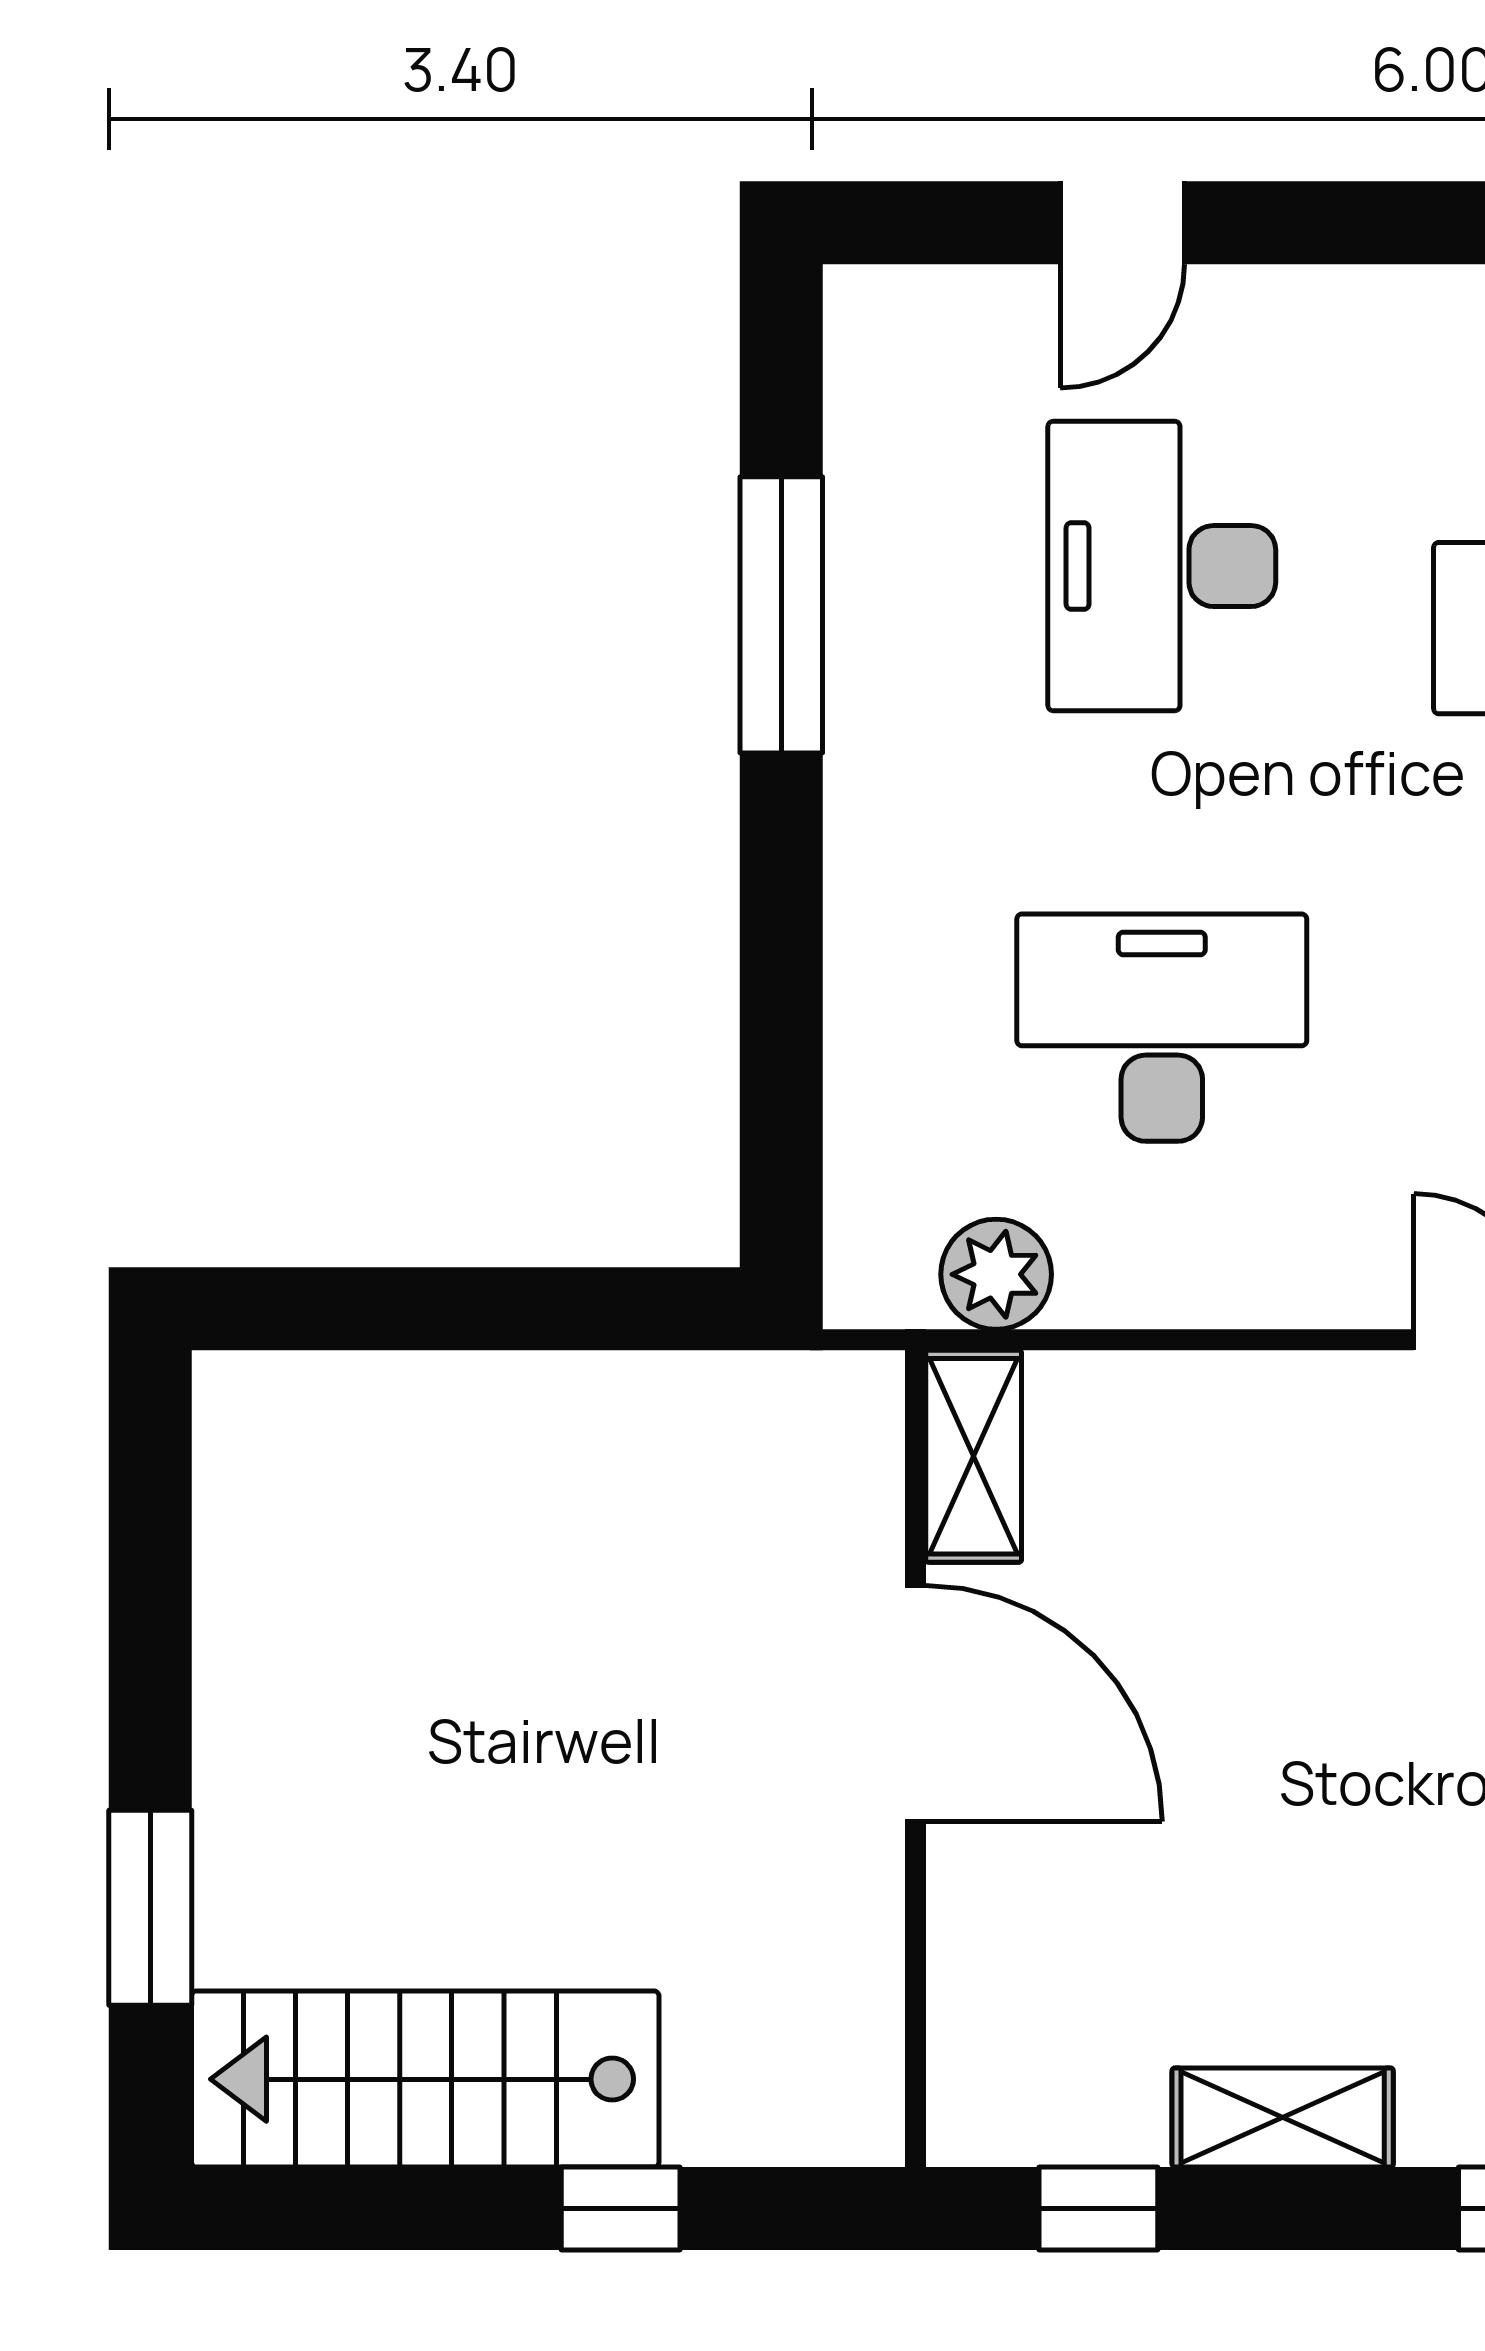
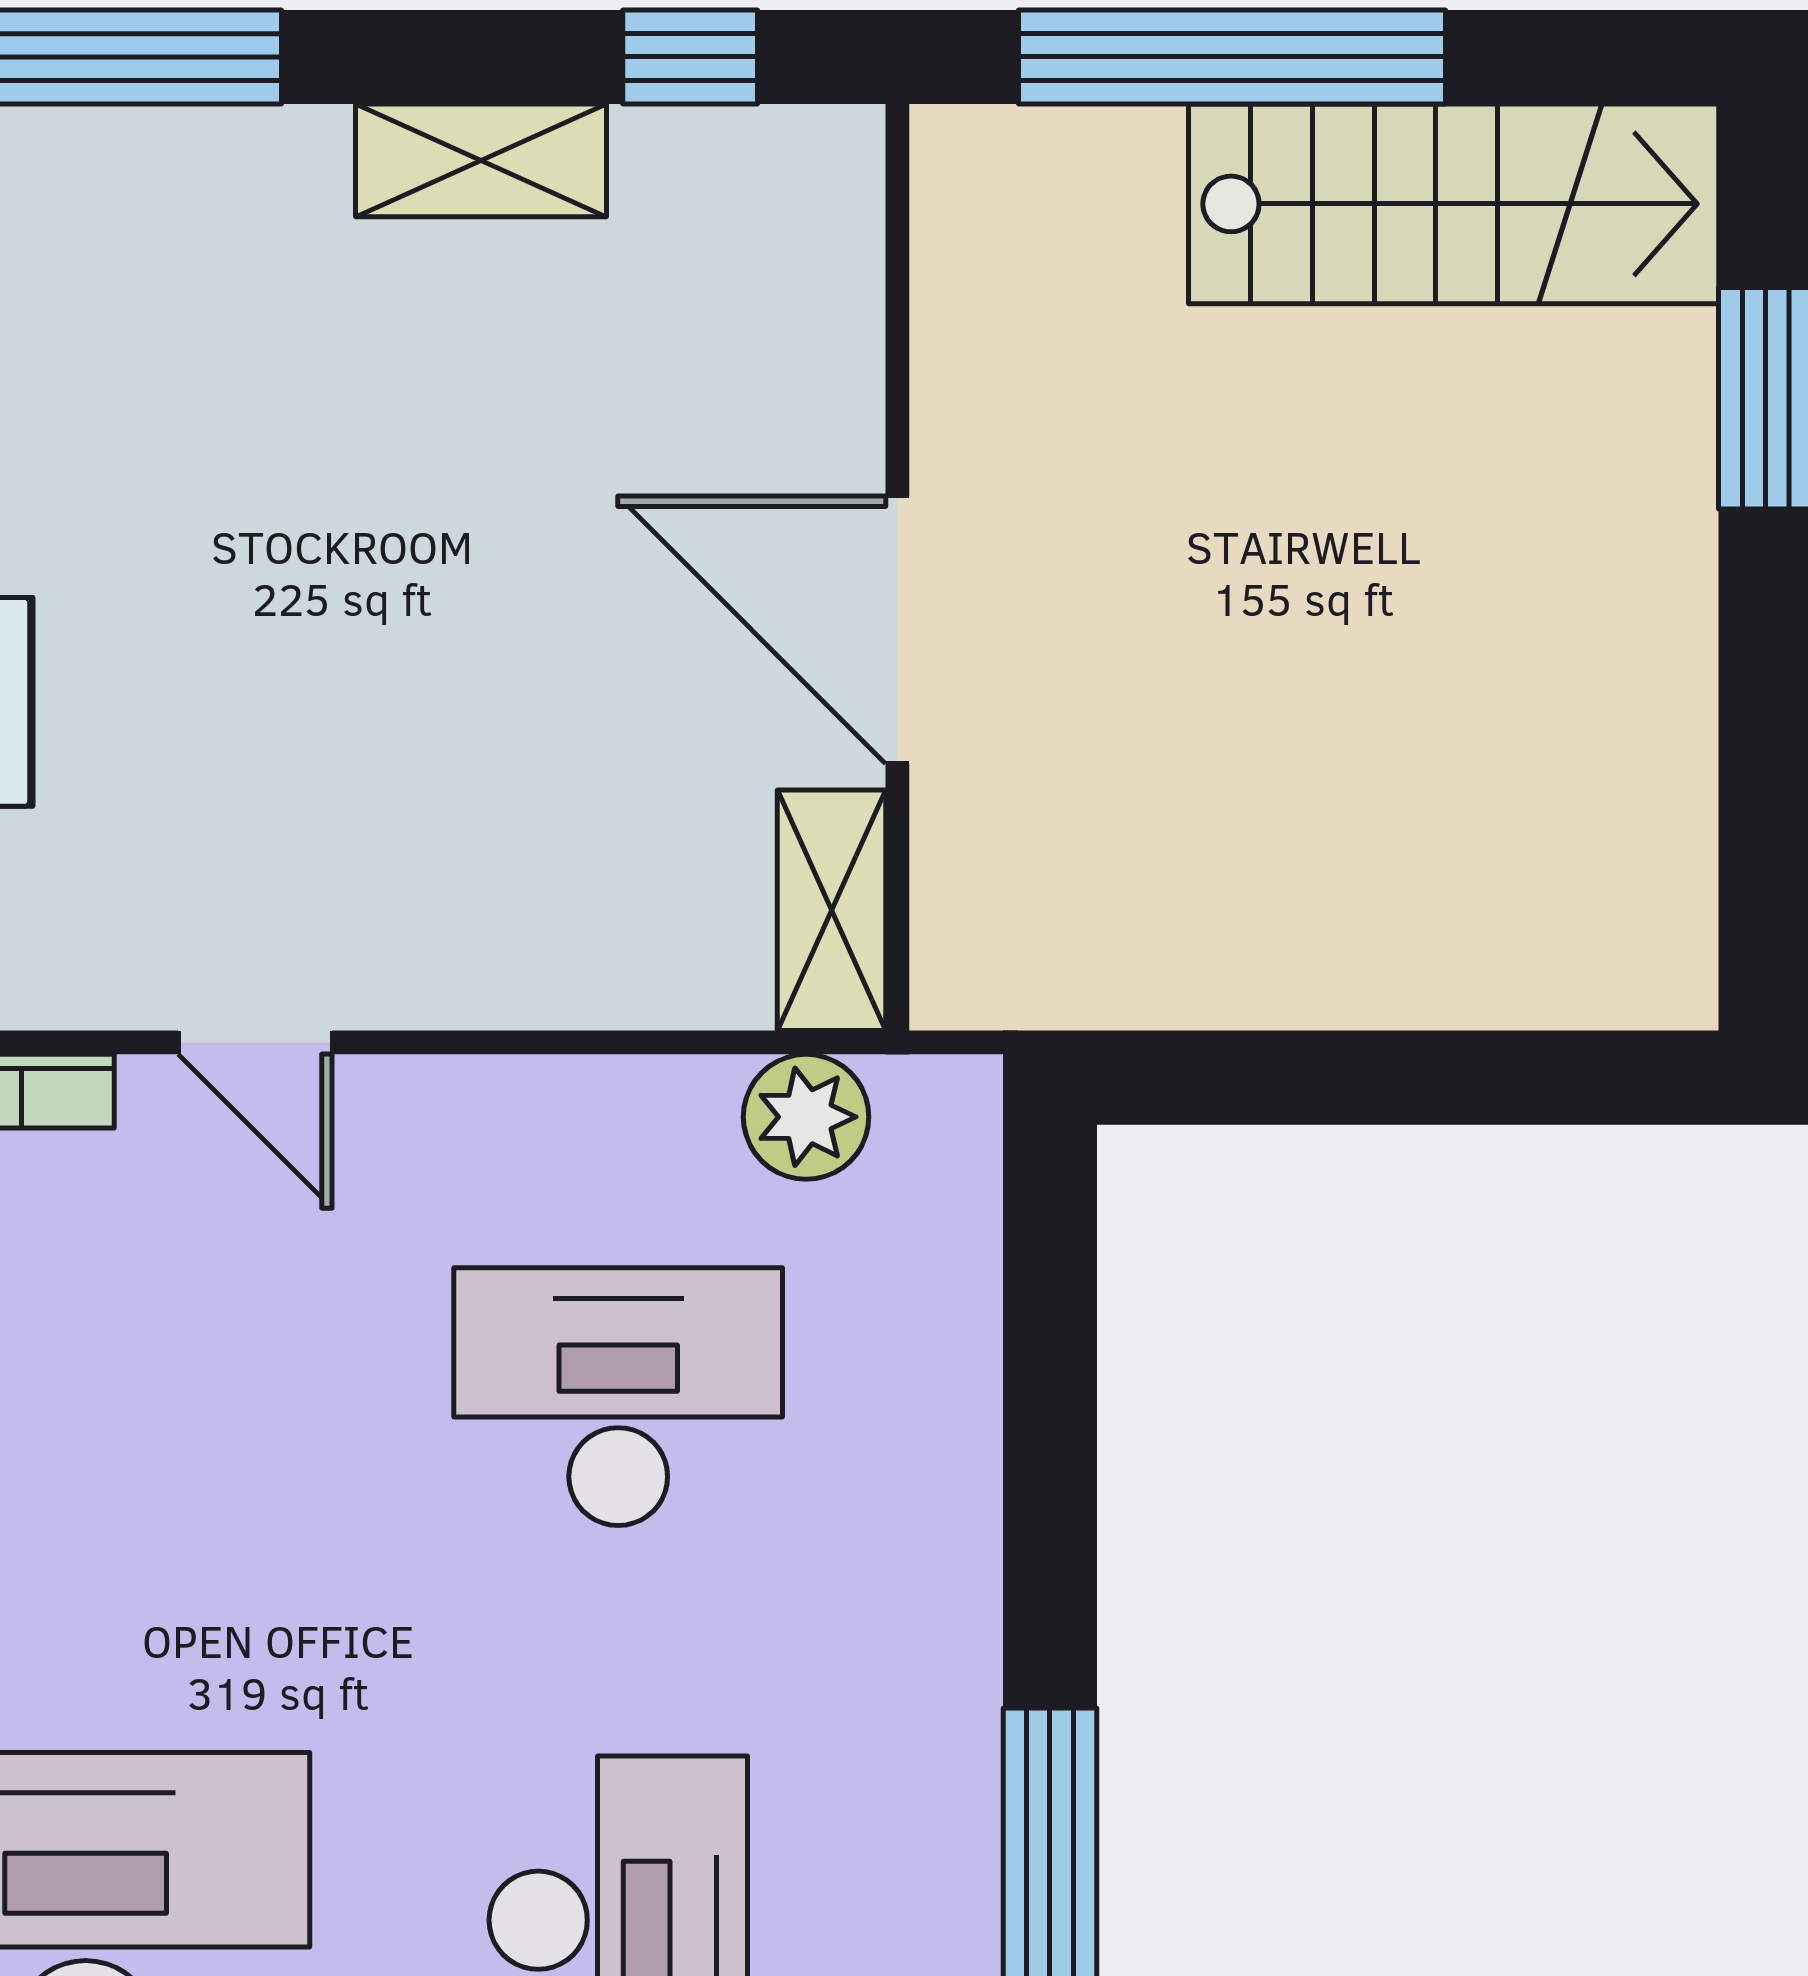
desk: (1162, 1028) -> (618, 1397), turned 180
window: (621, 2209) -> (1232, 57), width x3.17

